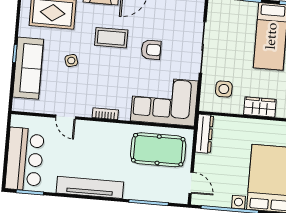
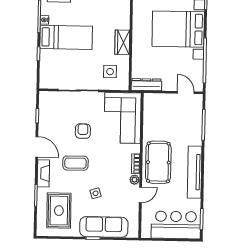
coffee table: (111, 38) -> (75, 163), turned 90
plant: (85, 111) -> (134, 180), added
pool table: (158, 150) -> (158, 162), moved
door: (191, 183) -> (186, 93), hinge flipped

